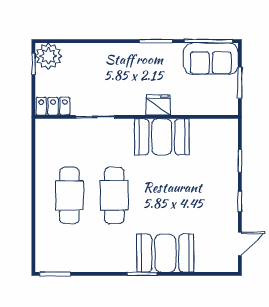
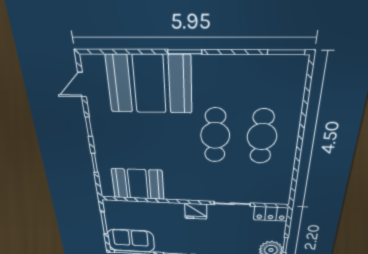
fridge: (158, 105) -> (196, 211), moved
booth: (162, 137) -> (138, 184), moved
booth: (165, 253) -> (149, 84), width x1.36, depth x1.42

